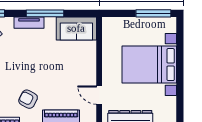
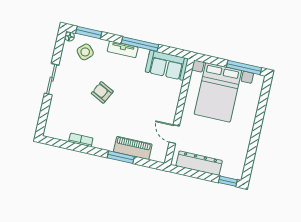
bed with nightstands: (149, 65) -> (218, 92), moved, turned -90
armchair: (28, 99) -> (102, 92), moved

